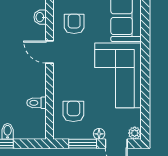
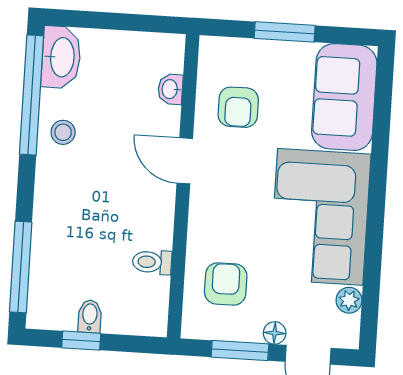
armchair: (74, 24) -> (238, 107), turned 180
plant: (135, 133) -> (349, 300), moved

